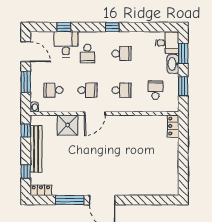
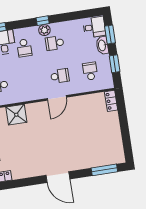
plant: (112, 38) -> (44, 30), added
school desk: (121, 54) -> (55, 43), turned 180
school desk: (87, 90) -> (29, 81), removed
door: (95, 114) -> (57, 98), moved
window: (70, 200) -> (104, 170), moved

